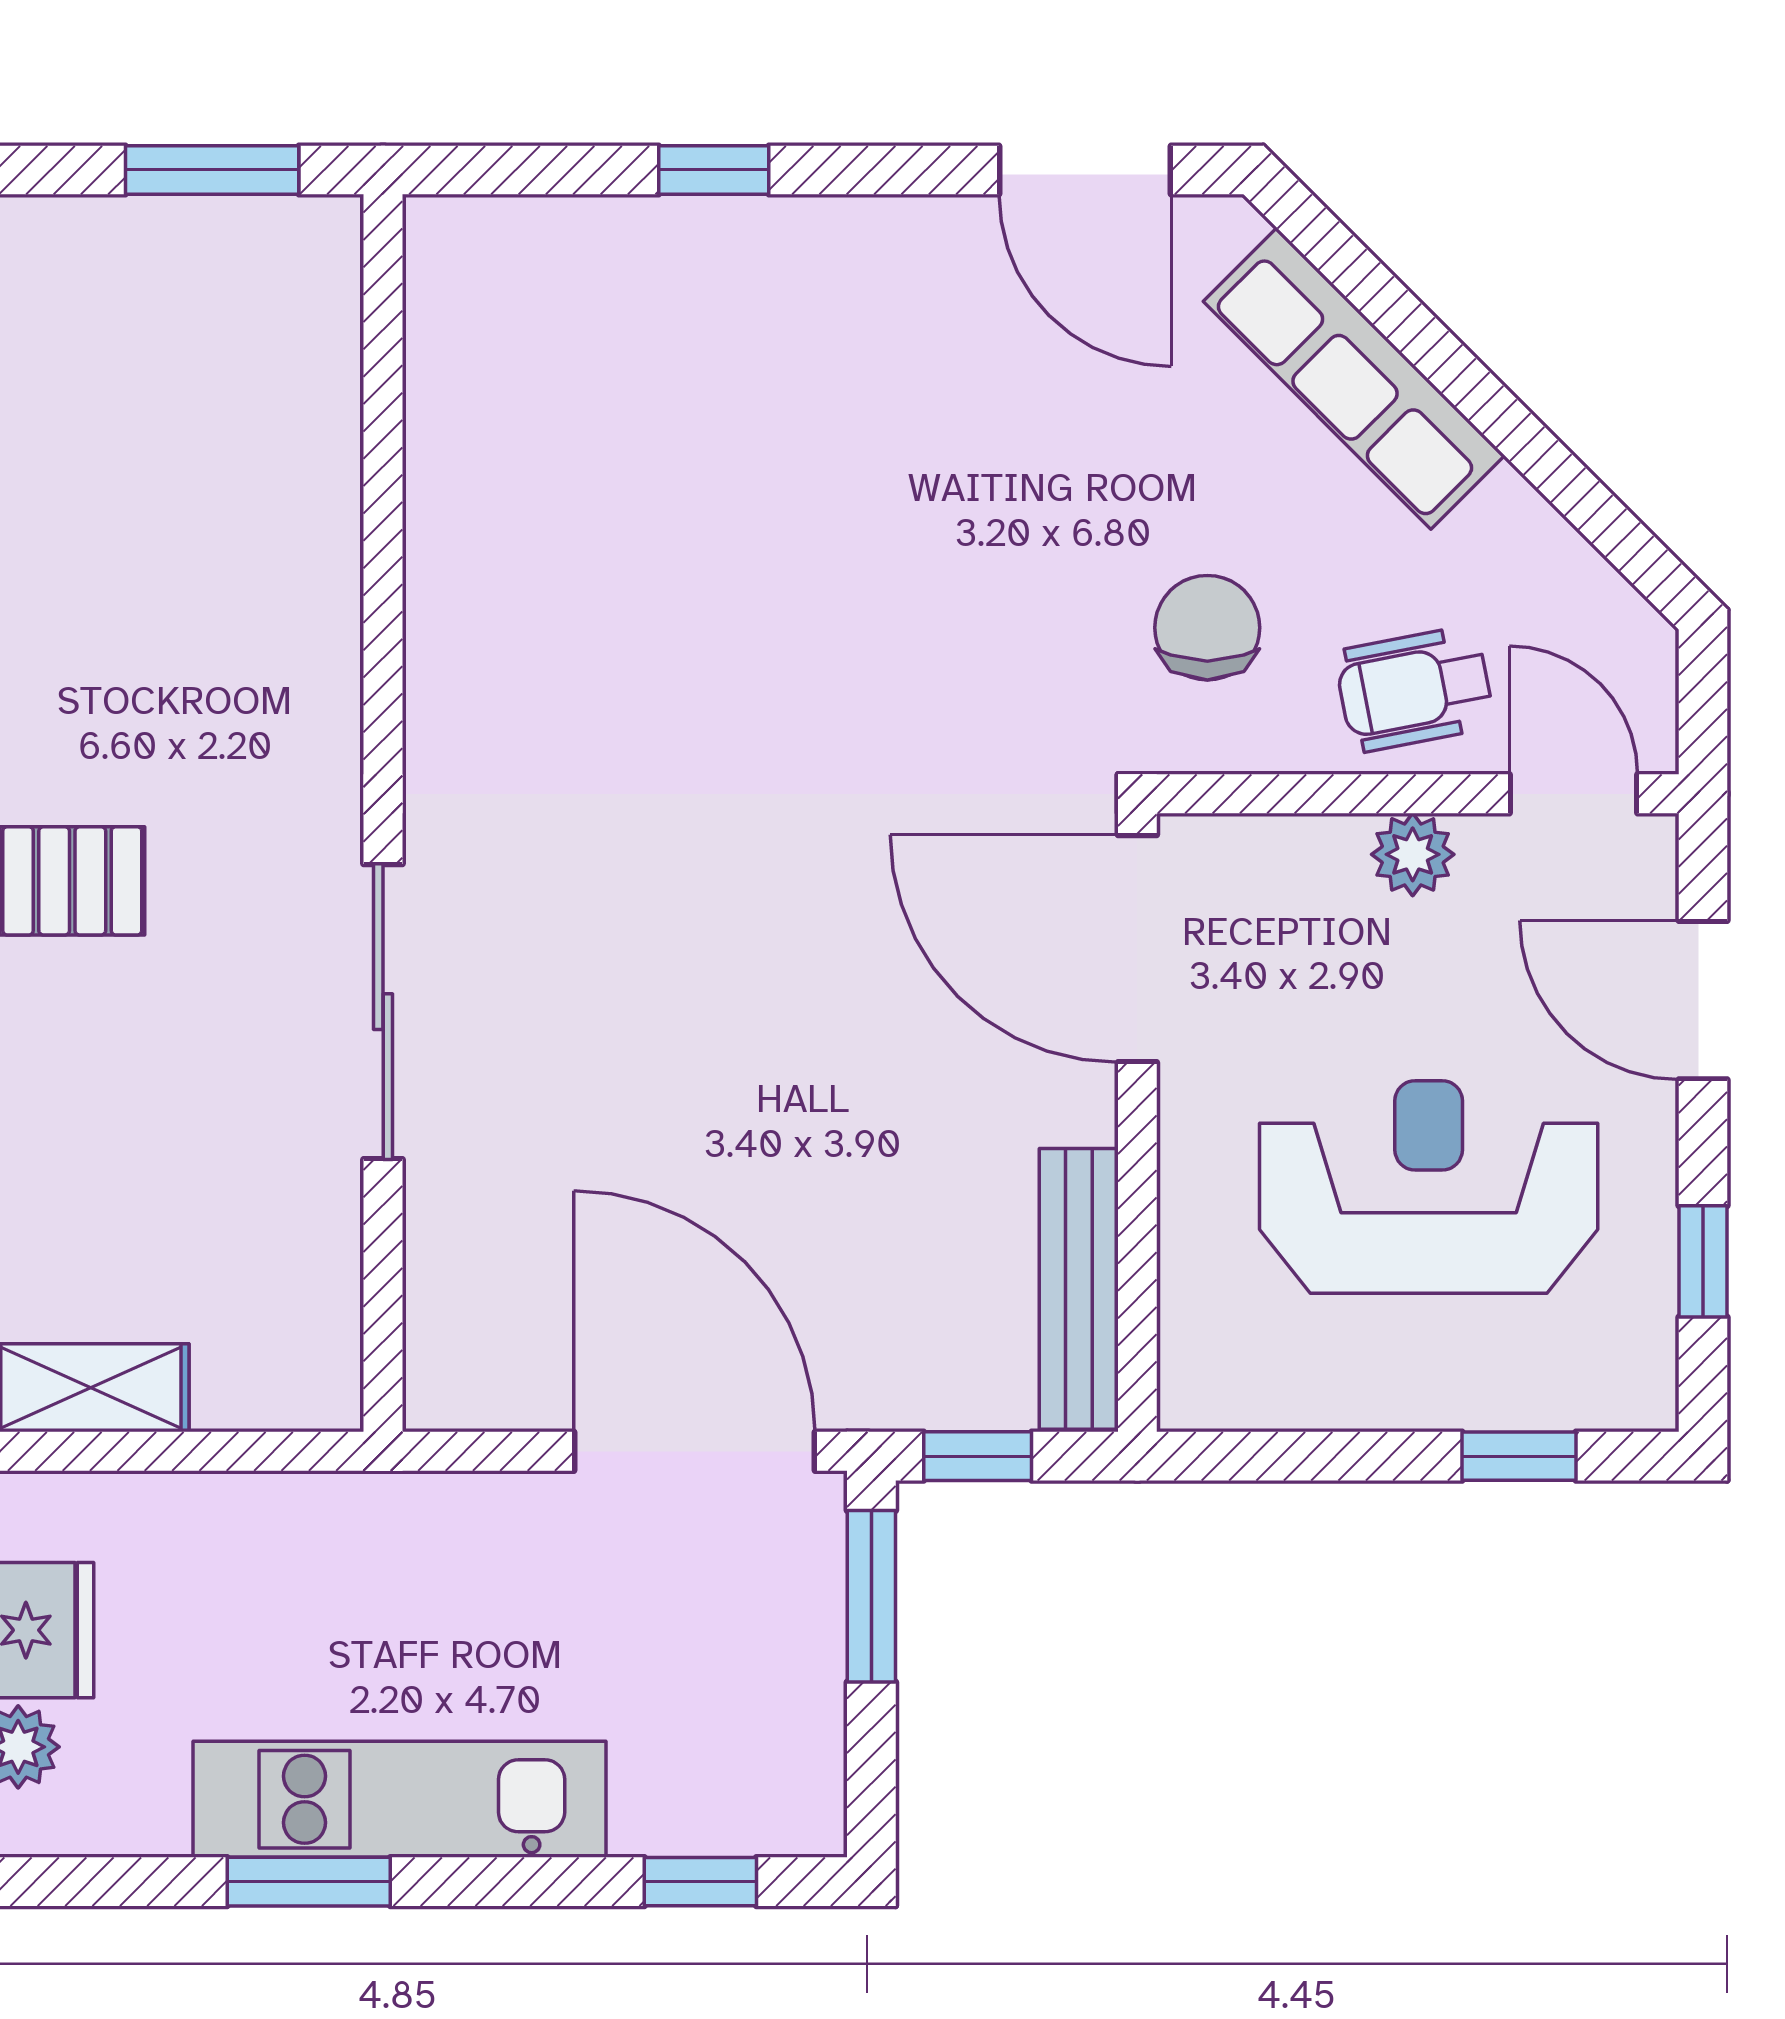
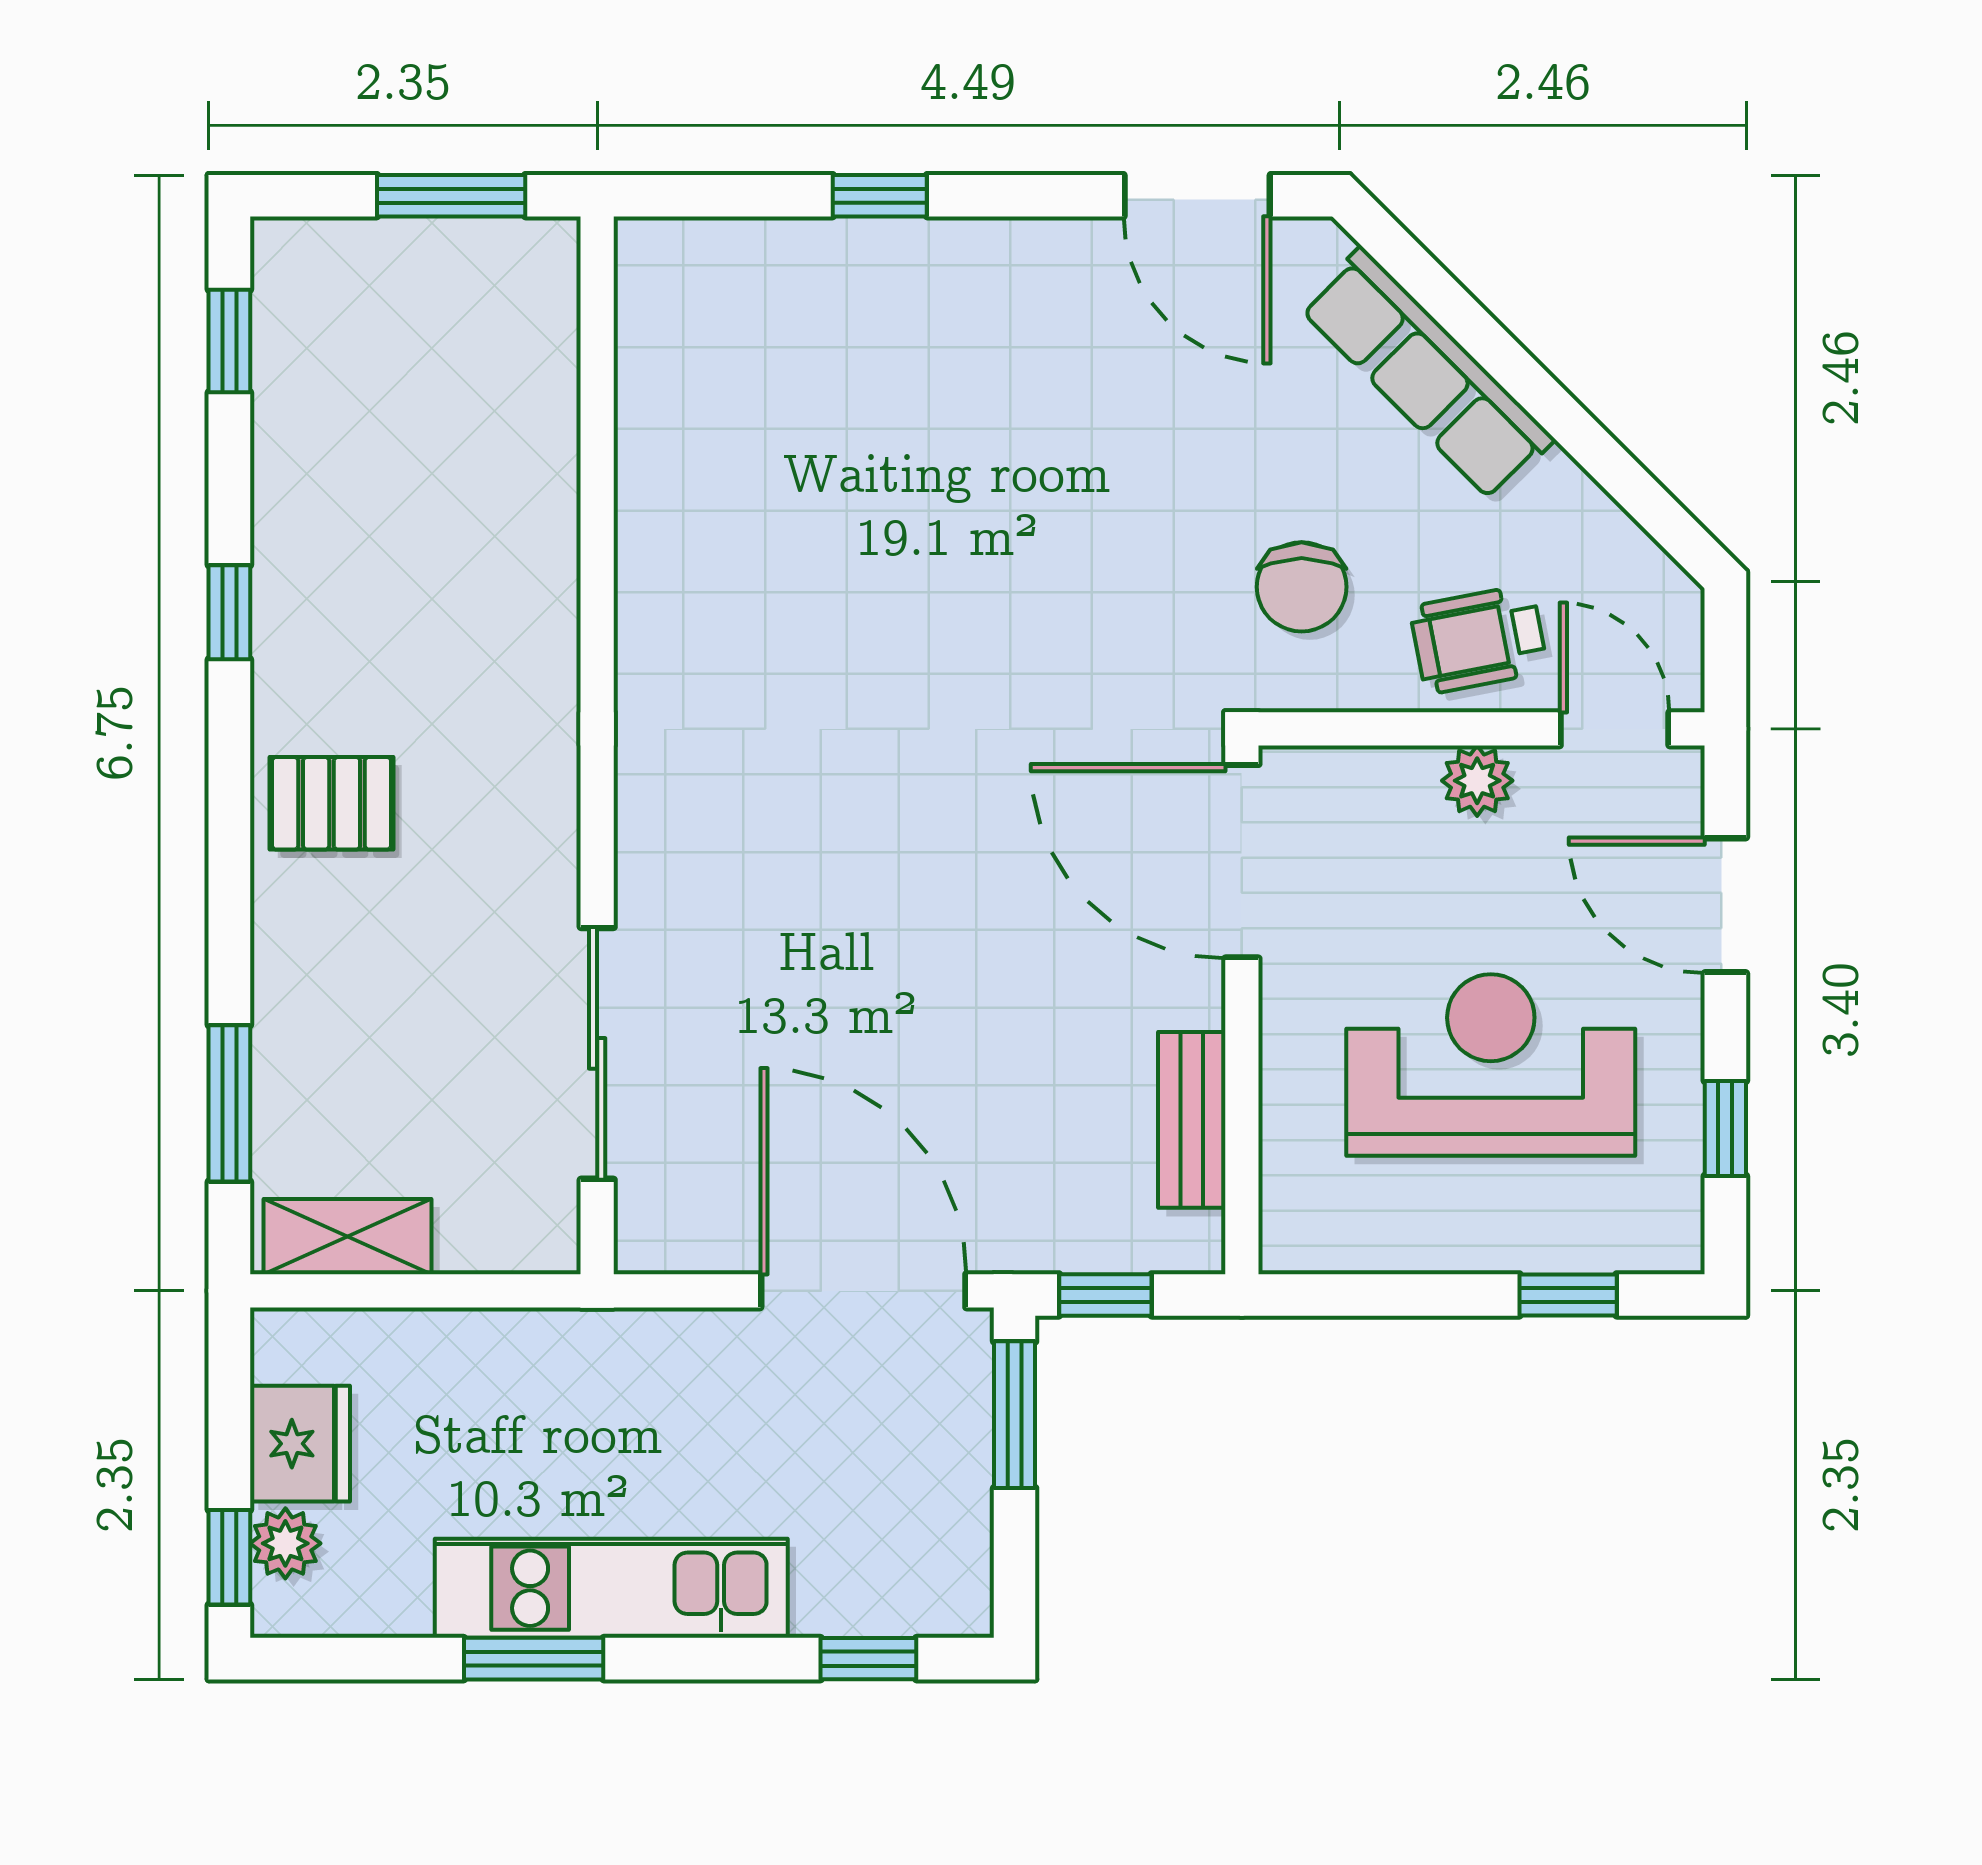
chair: (1207, 628) -> (1302, 587), turned 180
sliding door: (383, 1012) -> (597, 1053), moved
bench: (1079, 1289) -> (1192, 1120), width x0.73

